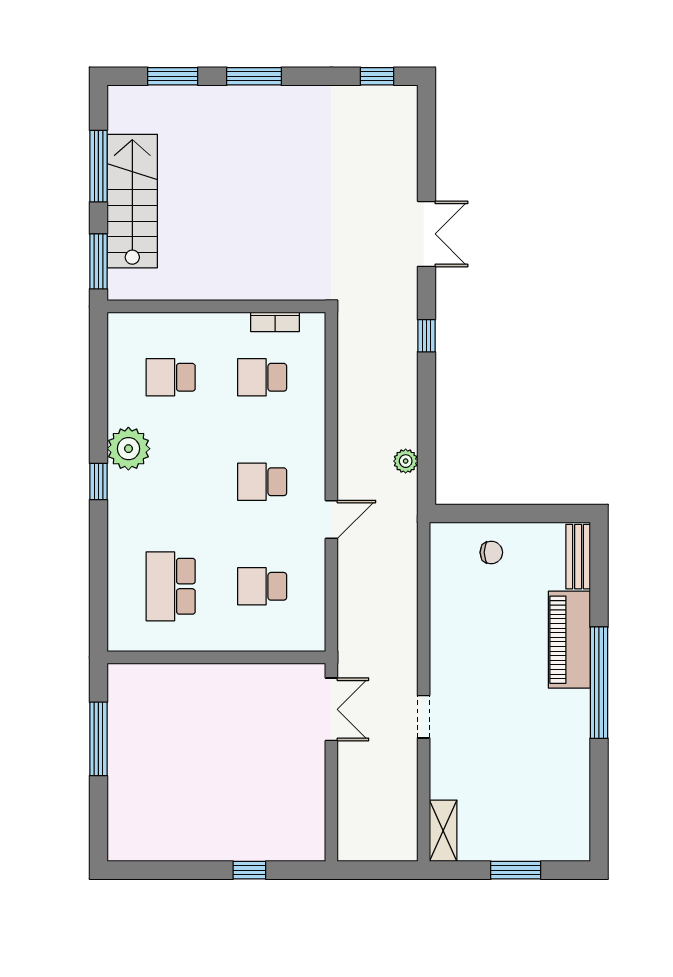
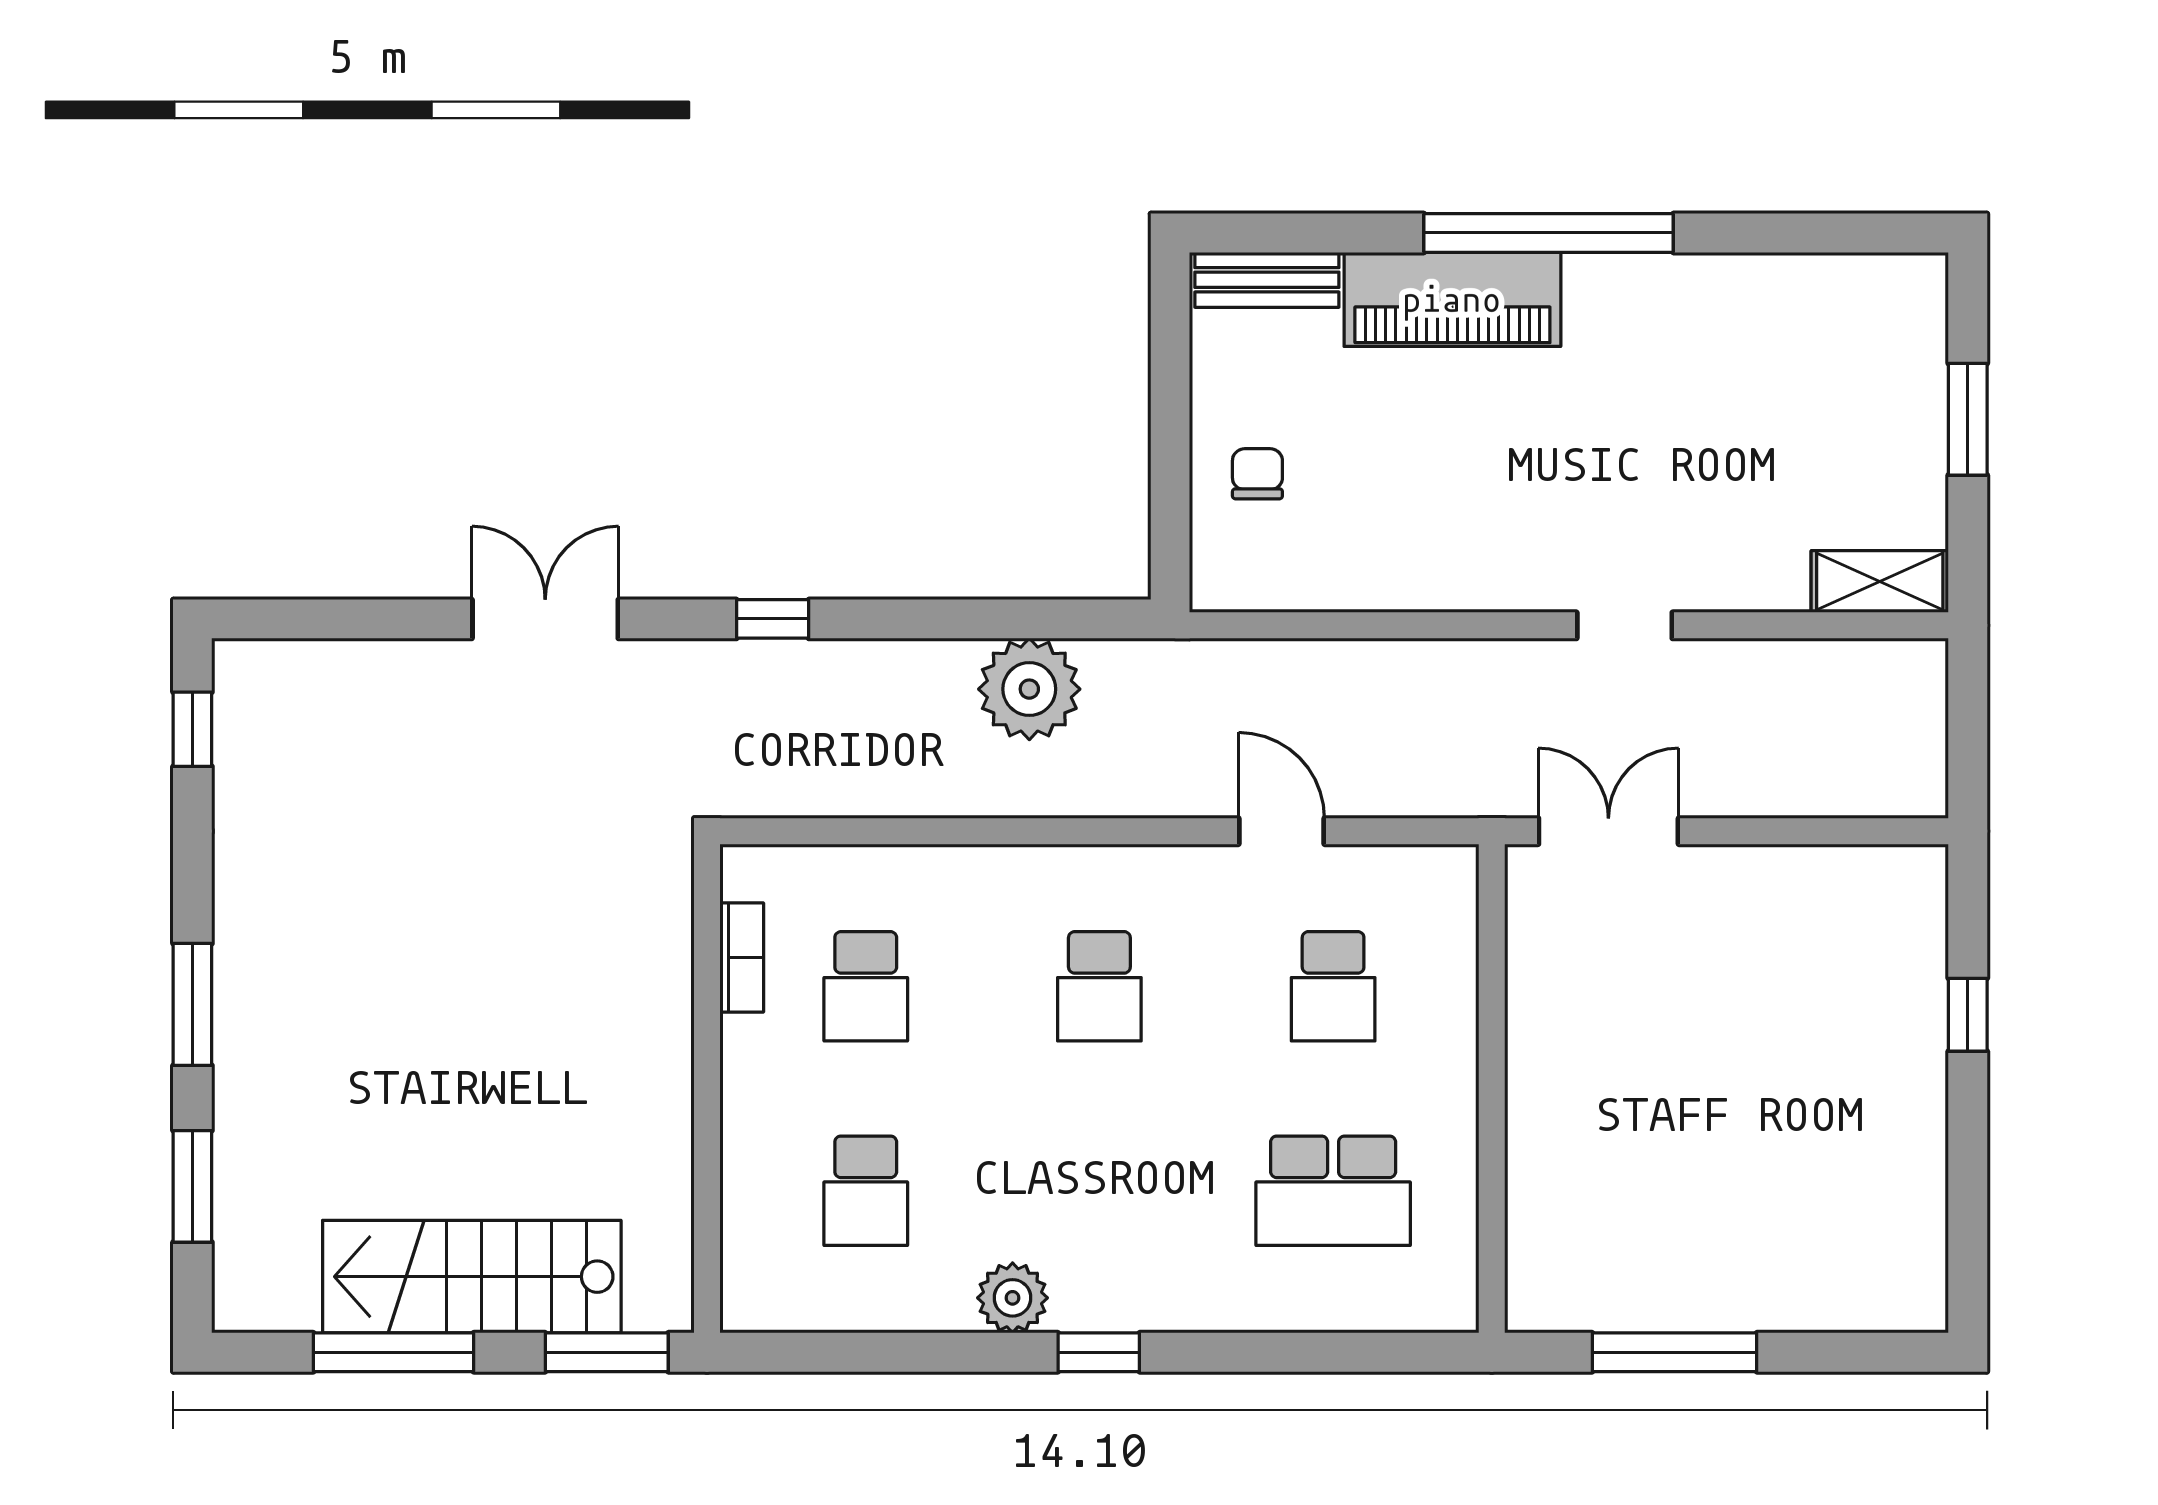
plant: (128, 449) -> (1013, 1298), width x0.73, depth x0.73
plant: (406, 461) -> (1029, 689), width x1.87, depth x1.87
door: (331, 519) -> (1281, 831), moved

